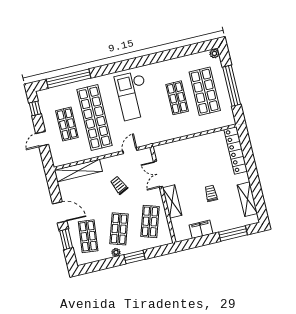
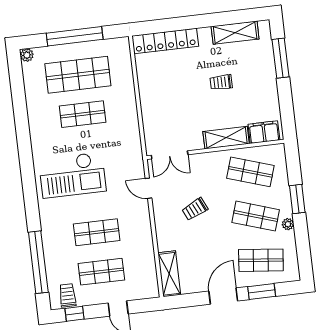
trolley: (47, 102) -> (68, 295), added
shop shelf: (94, 117) -> (97, 232), width x0.50, depth x0.74
shelving: (78, 171) -> (169, 274), width x0.68
double door: (158, 174) -> (170, 155), moved
filing cabinet: (201, 229) -> (264, 132), moved, turned 90

